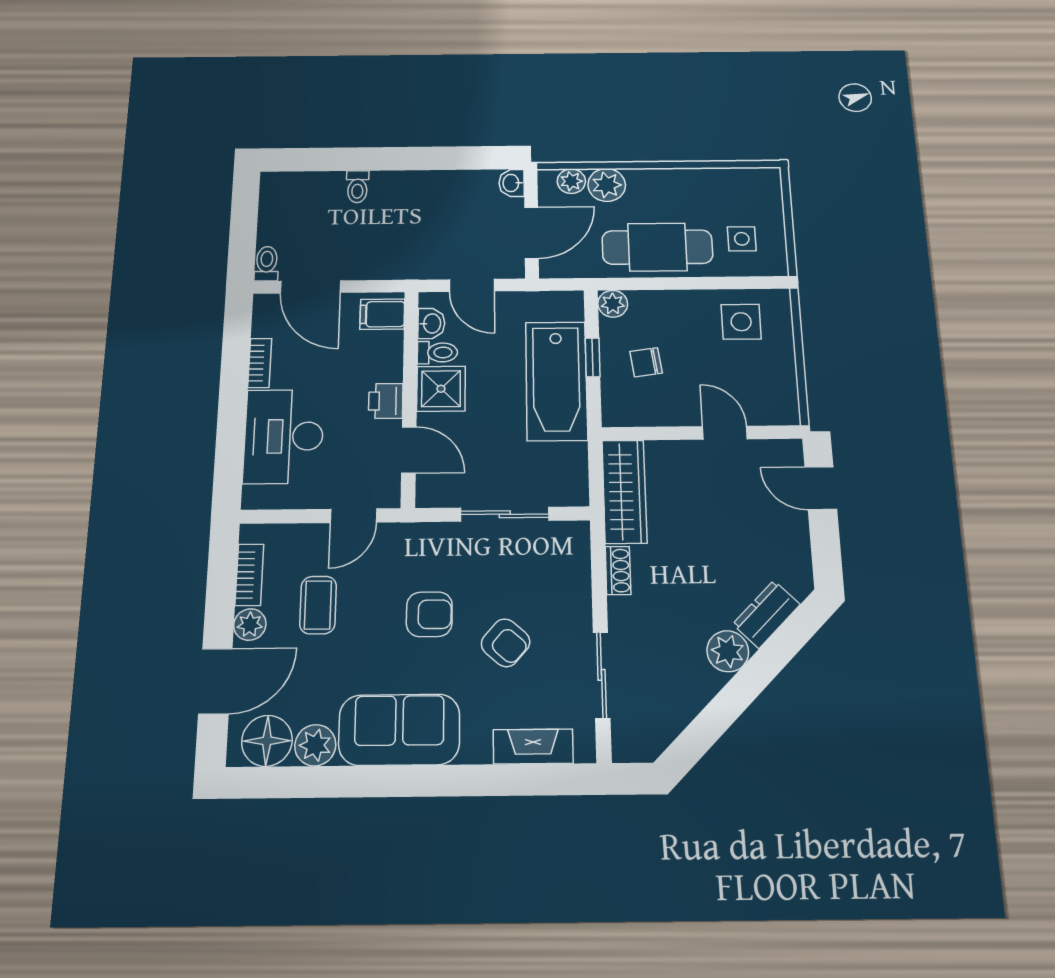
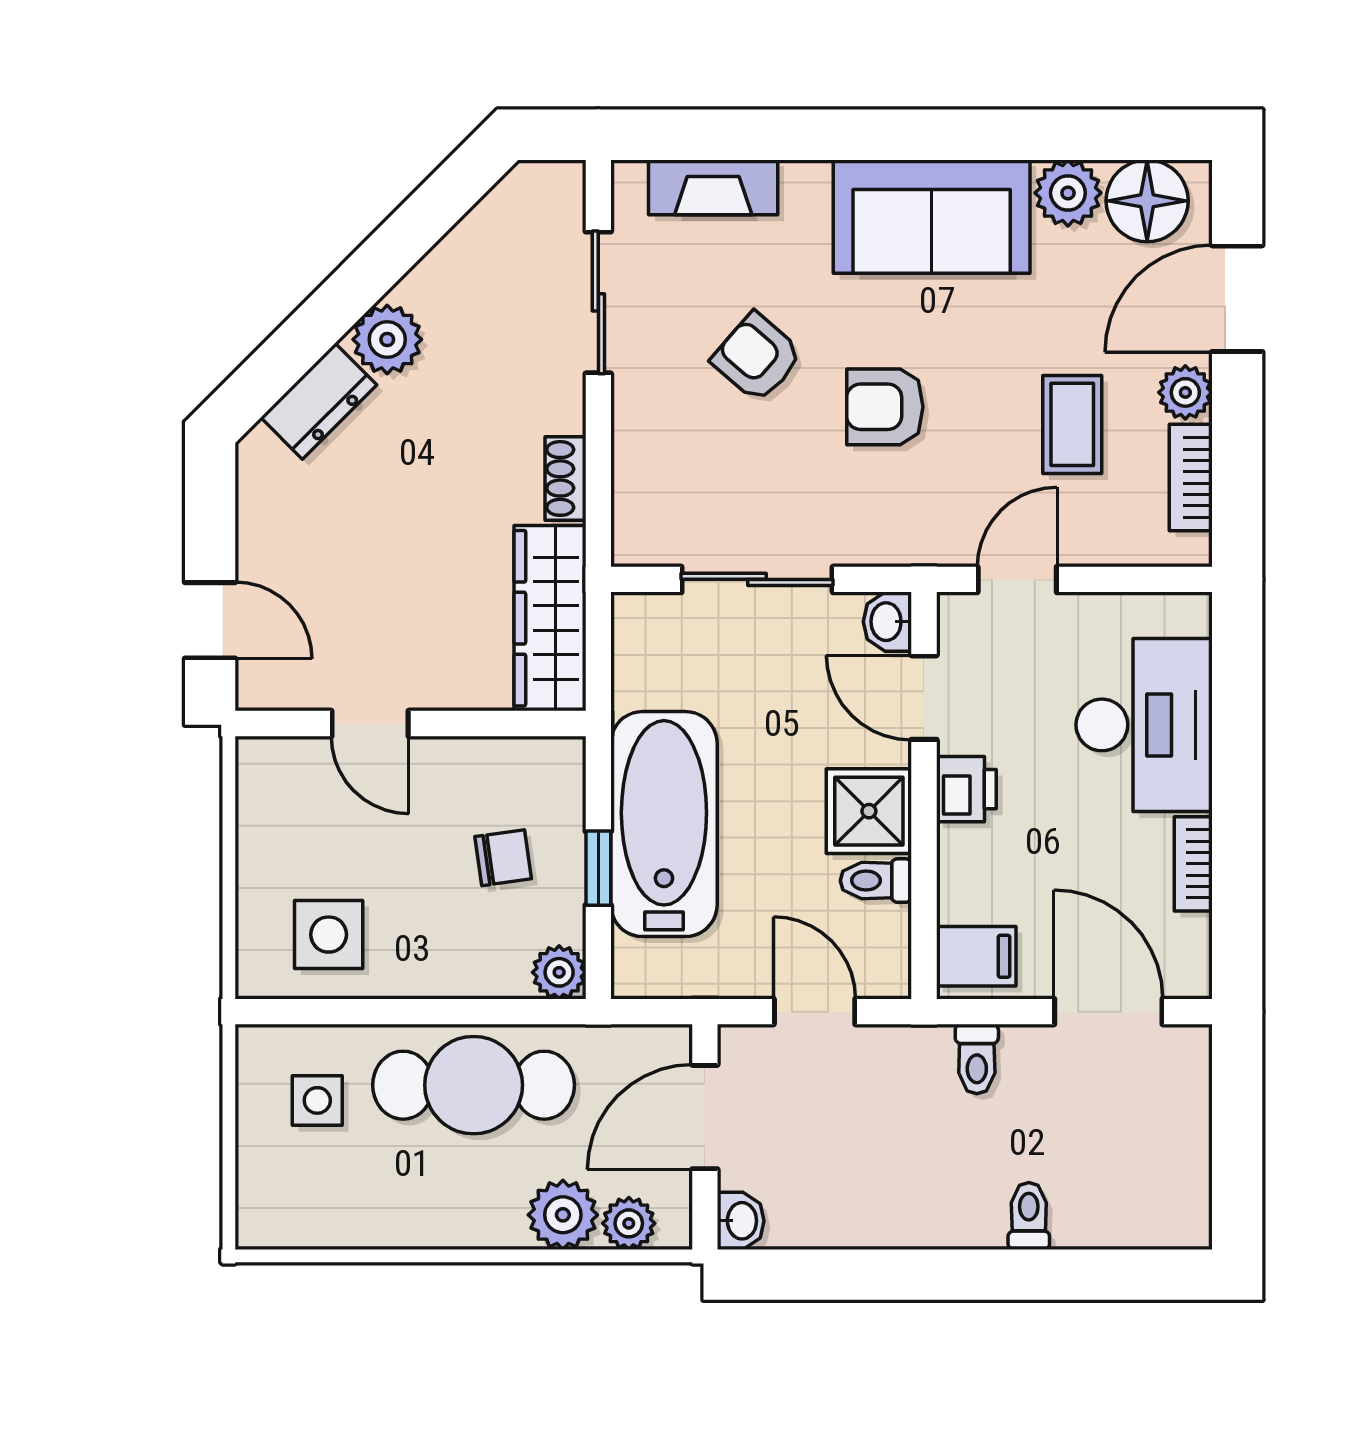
toilet: (267, 264) -> (977, 1059), moved
washbasin: (431, 323) -> (887, 622), moved

